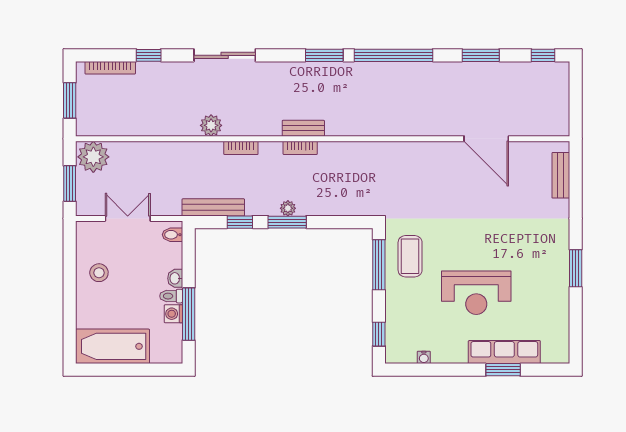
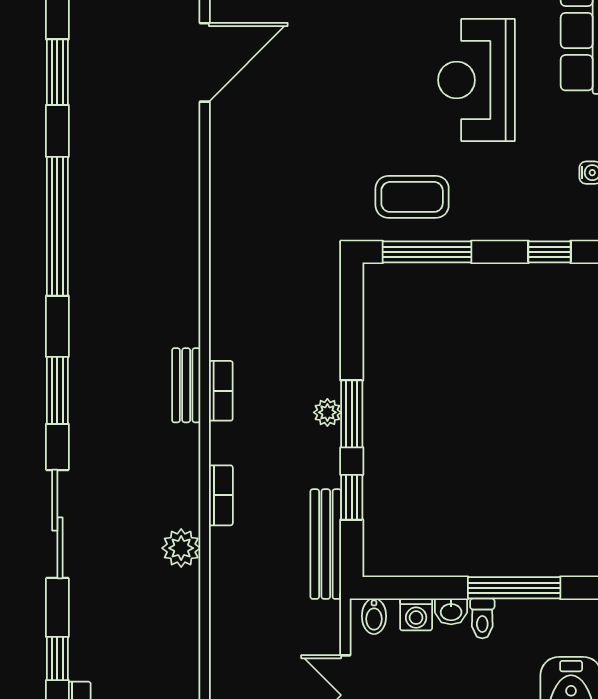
window: (324, 55) -> (57, 390), moved
reception desk: (476, 293) -> (477, 80), turned 180
washing machine: (173, 314) -> (416, 614), moved

